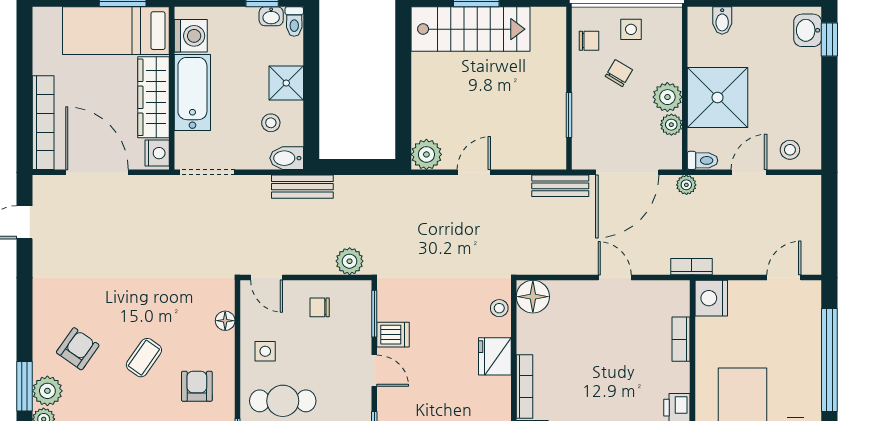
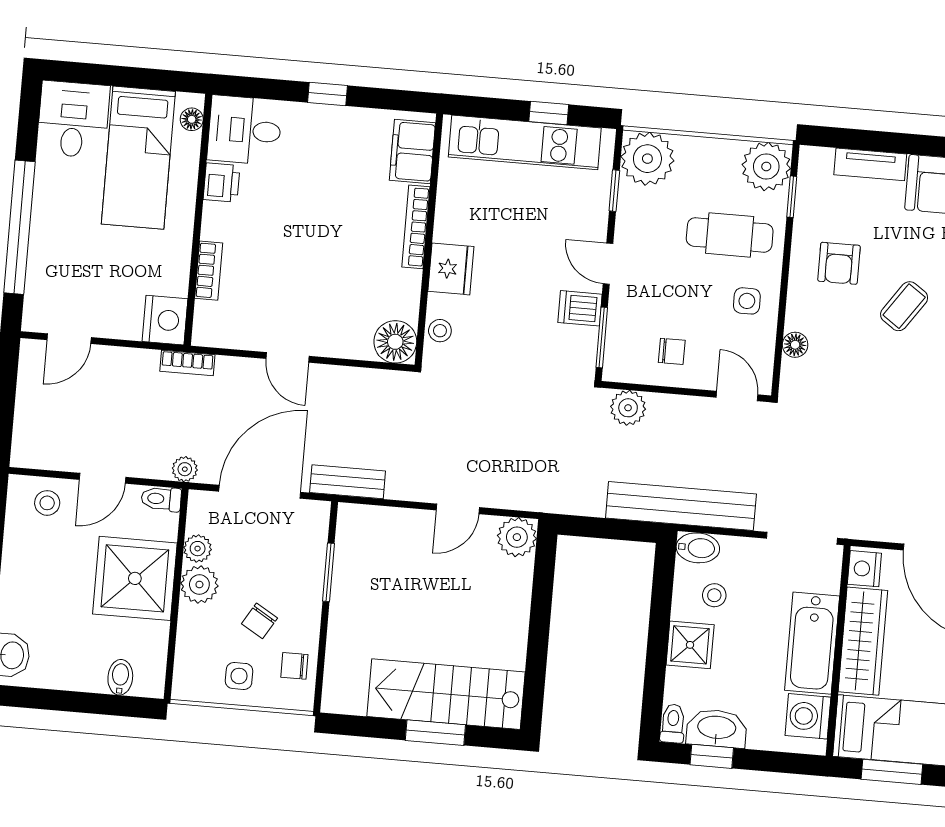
washbasin: (271, 16) -> (717, 728), width x1.91, depth x1.45
bench: (302, 187) -> (681, 506), width x1.86, depth x1.21

